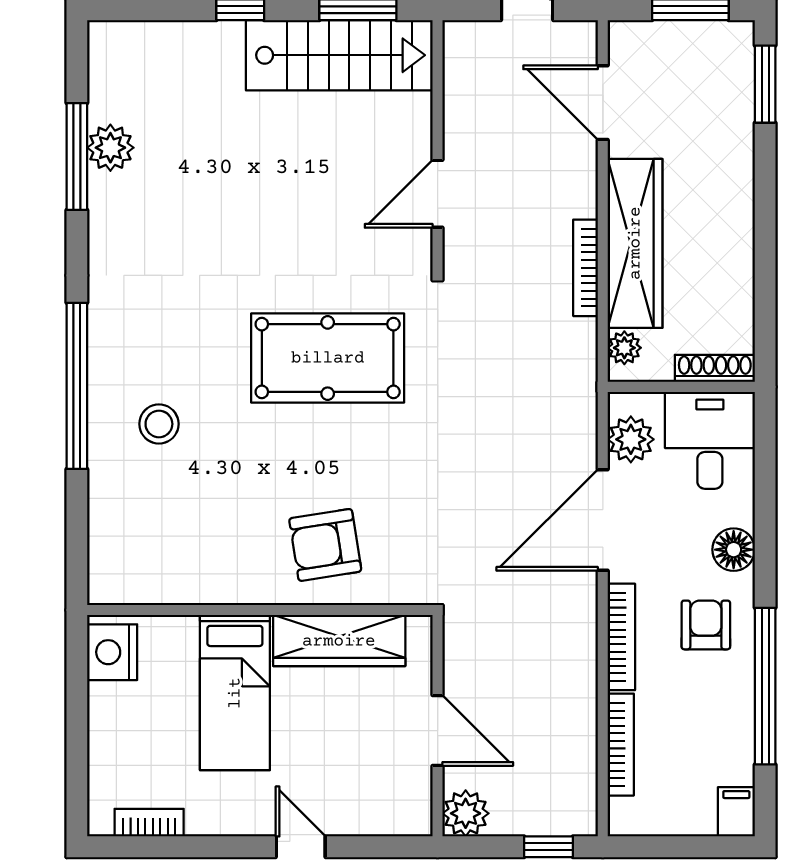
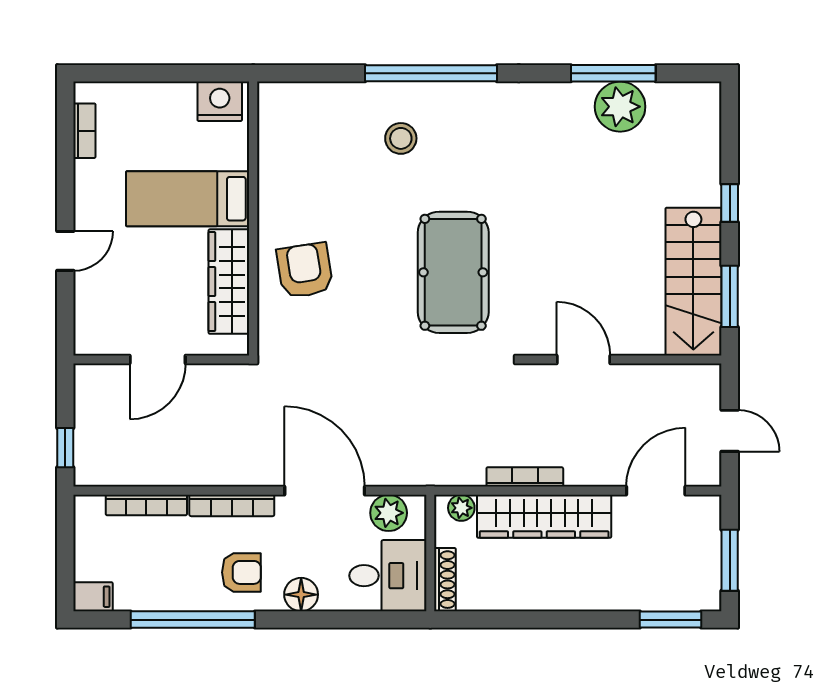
plant: (110, 148) -> (620, 107), width x1.36, depth x1.36
plant: (466, 813) -> (92, 382), removed

